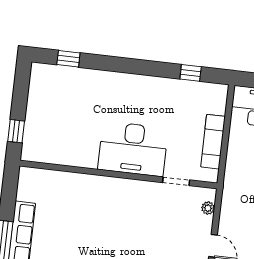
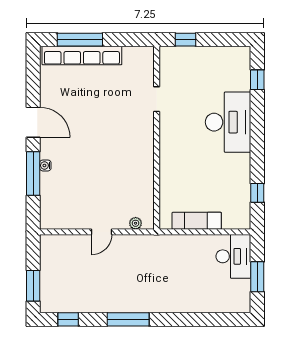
desk: (133, 149) -> (228, 122), moved, turned 180
doorway: (176, 181) -> (157, 99), moved

